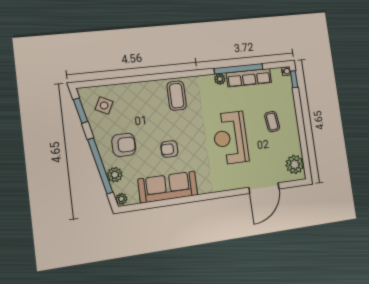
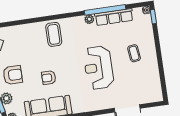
plant: (295, 164) -> (154, 89), removed

